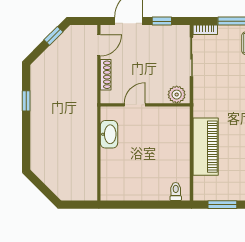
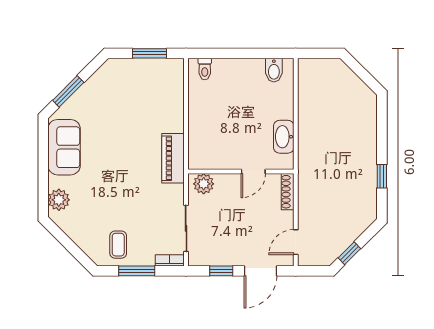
shoe rack: (106, 75) -> (288, 192), moved
piano: (206, 147) -> (173, 158), moved, width x0.73, depth x0.75
bidet: (117, 191) -> (274, 70), added

